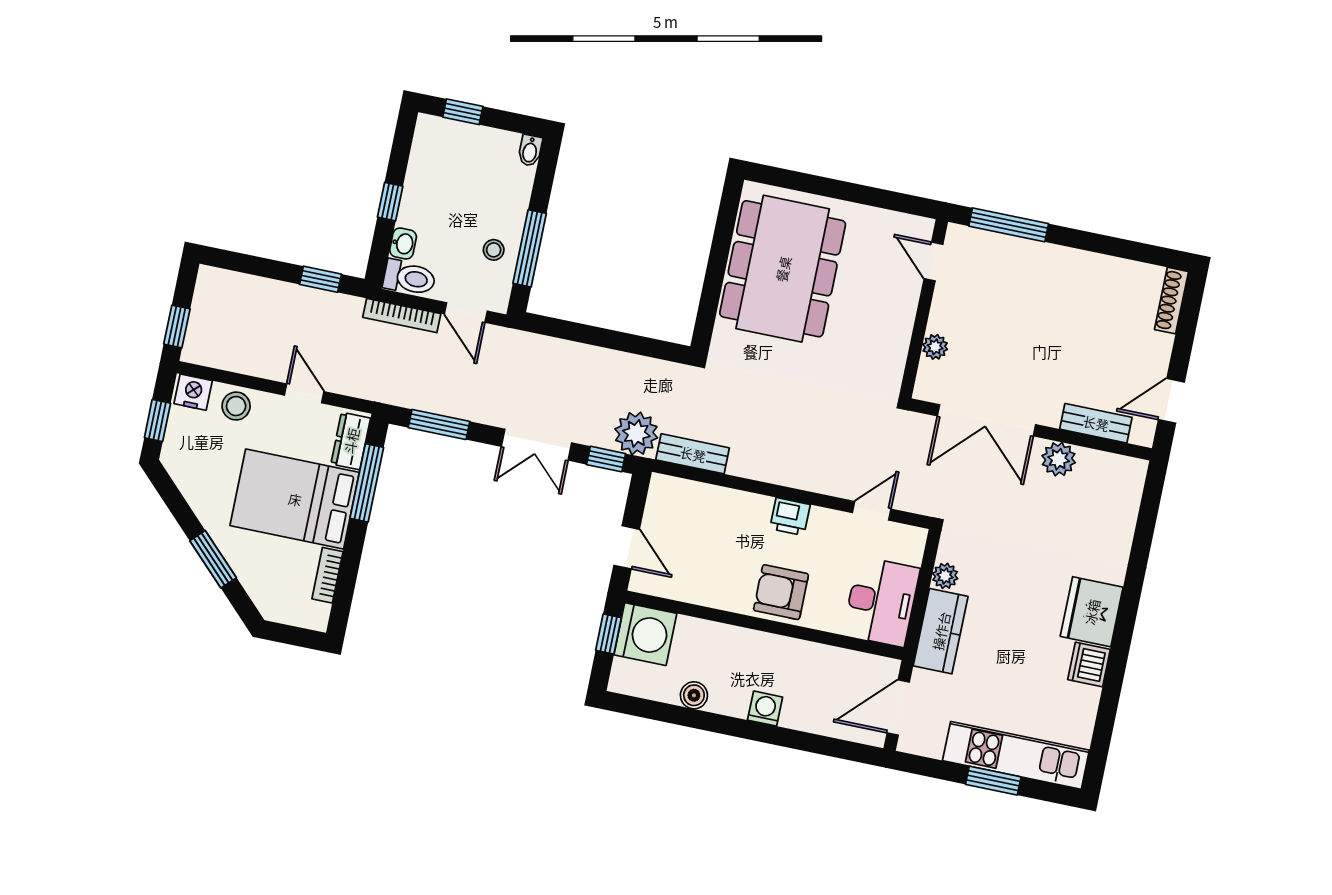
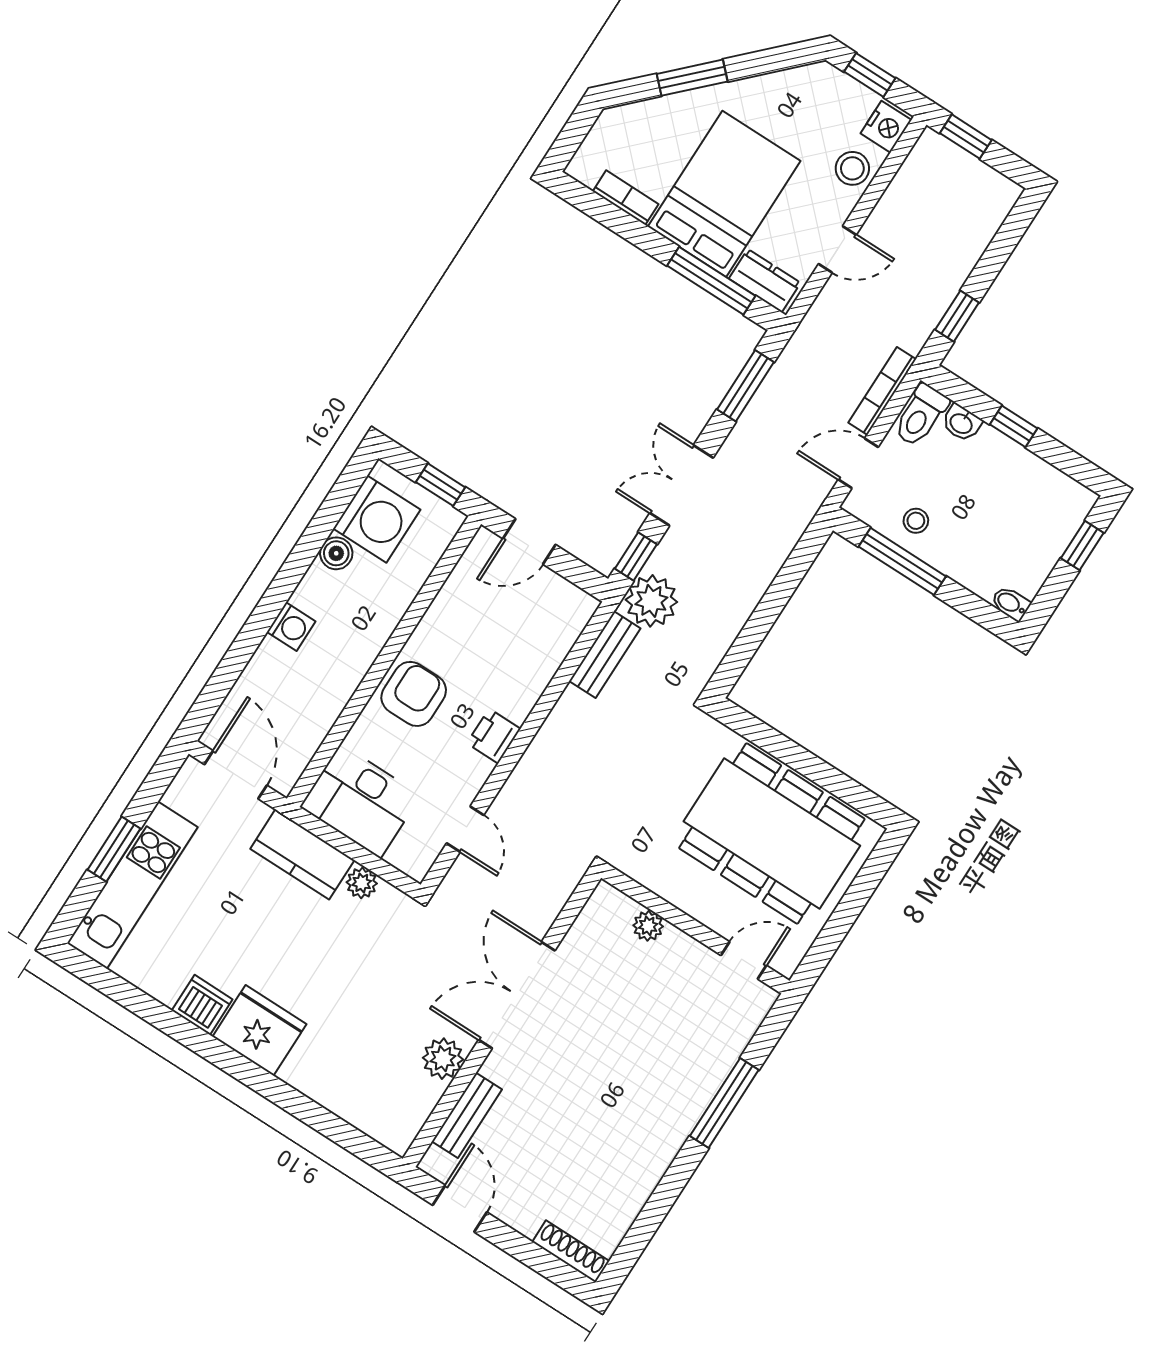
door: (933, 261) -> (744, 960), moved
wall: (924, 309) -> (695, 929), moved
plant: (935, 347) -> (648, 926), moved
washing machine: (645, 634) -> (377, 519), moved, turned -90

